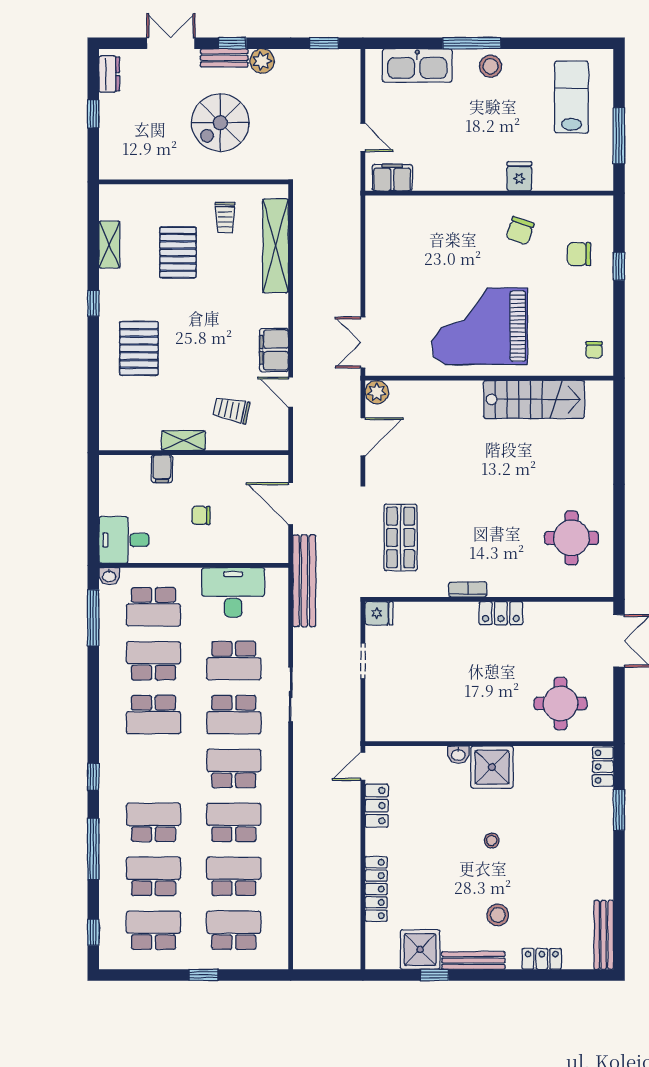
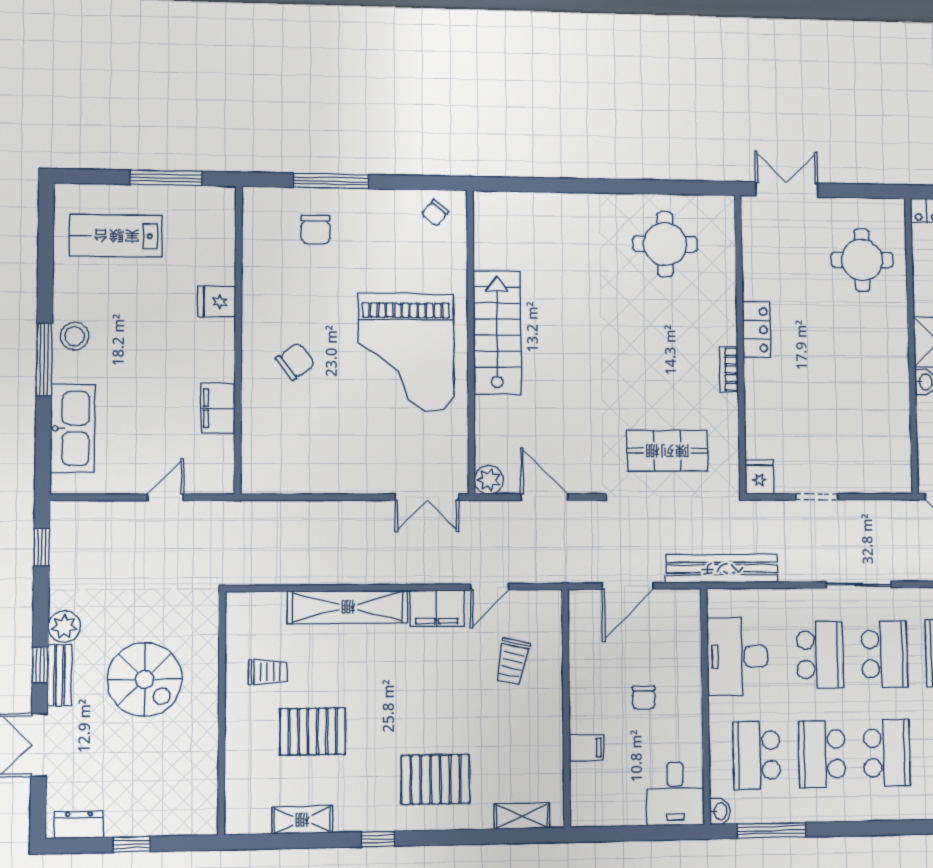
filing cabinet: (392, 178) -> (218, 408), moved
chair: (520, 231) -> (295, 361), moved, turned -56
shelving: (276, 246) -> (348, 607), moved
window: (619, 266) -> (331, 181), width x2.17
chair: (594, 350) -> (435, 213), turned 129
stairs: (534, 399) -> (497, 333), moved
shelving: (183, 441) -> (522, 816), moved, turned 90
school desk: (153, 607) -> (757, 755), turned 180

